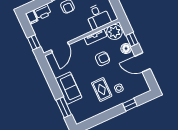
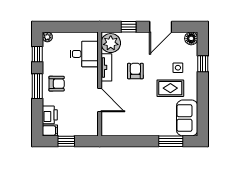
window: (34, 42) -> (66, 141), moved
door: (60, 47) -> (100, 100), moved
floor lamp: (126, 49) -> (191, 38), moved
sofa: (69, 88) -> (187, 118), moved, turned -90

